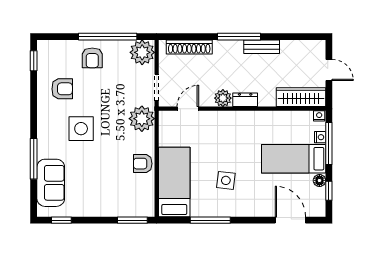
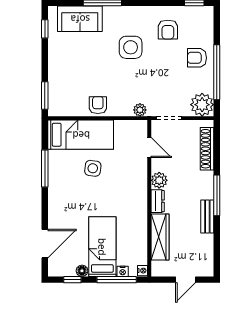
wardrobe: (301, 97) -> (160, 237), moved
plant: (142, 119) -> (140, 110), width x0.53, depth x0.53
side table: (226, 180) -> (93, 168), moved

